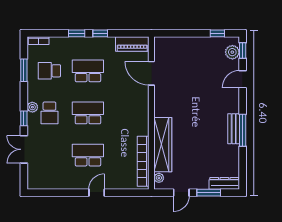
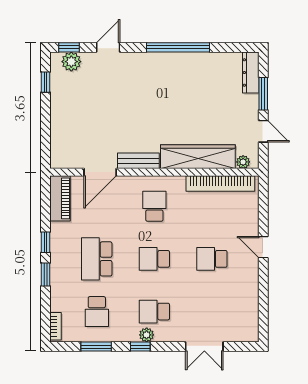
door: (243, 79) -> (108, 47), swing flipped
school desk: (49, 113) -> (154, 312), turned 180
school desk: (88, 113) -> (154, 259), width x0.54
school desk: (126, 113) -> (154, 206), added
window: (24, 118) -> (140, 347), moved
bench: (234, 129) -> (138, 161), moved
window: (243, 130) -> (178, 47), width x1.46
school desk: (88, 155) -> (212, 259), width x0.54

